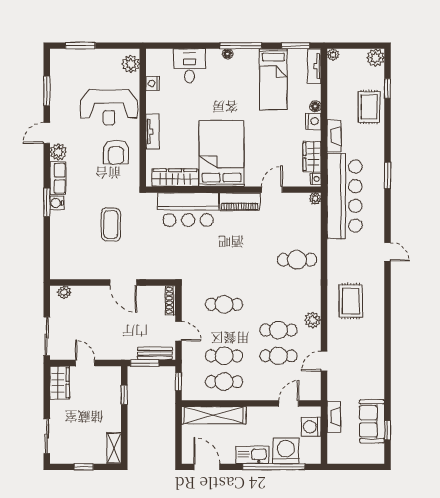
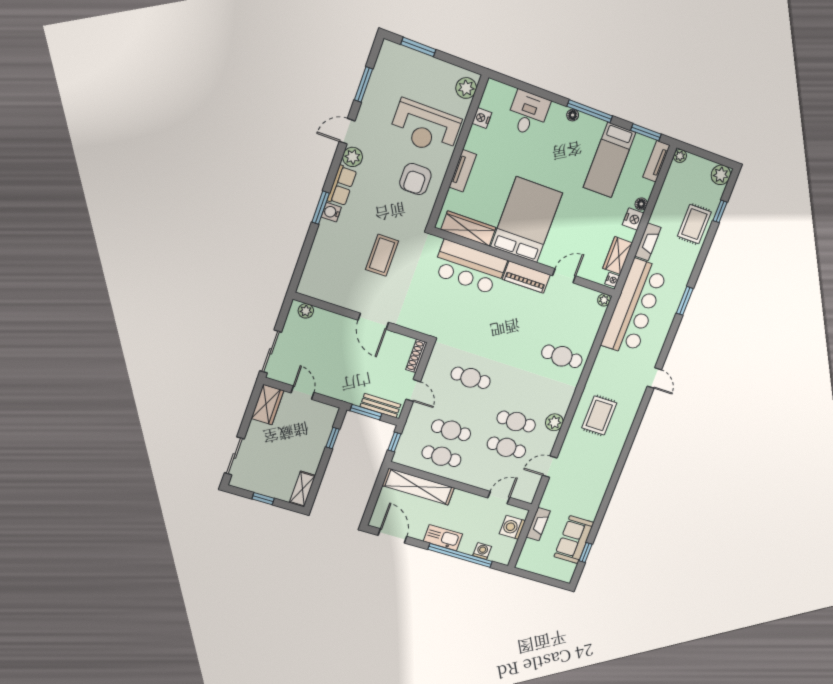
washing machine: (286, 451) -> (482, 551), width x0.53, depth x0.53

